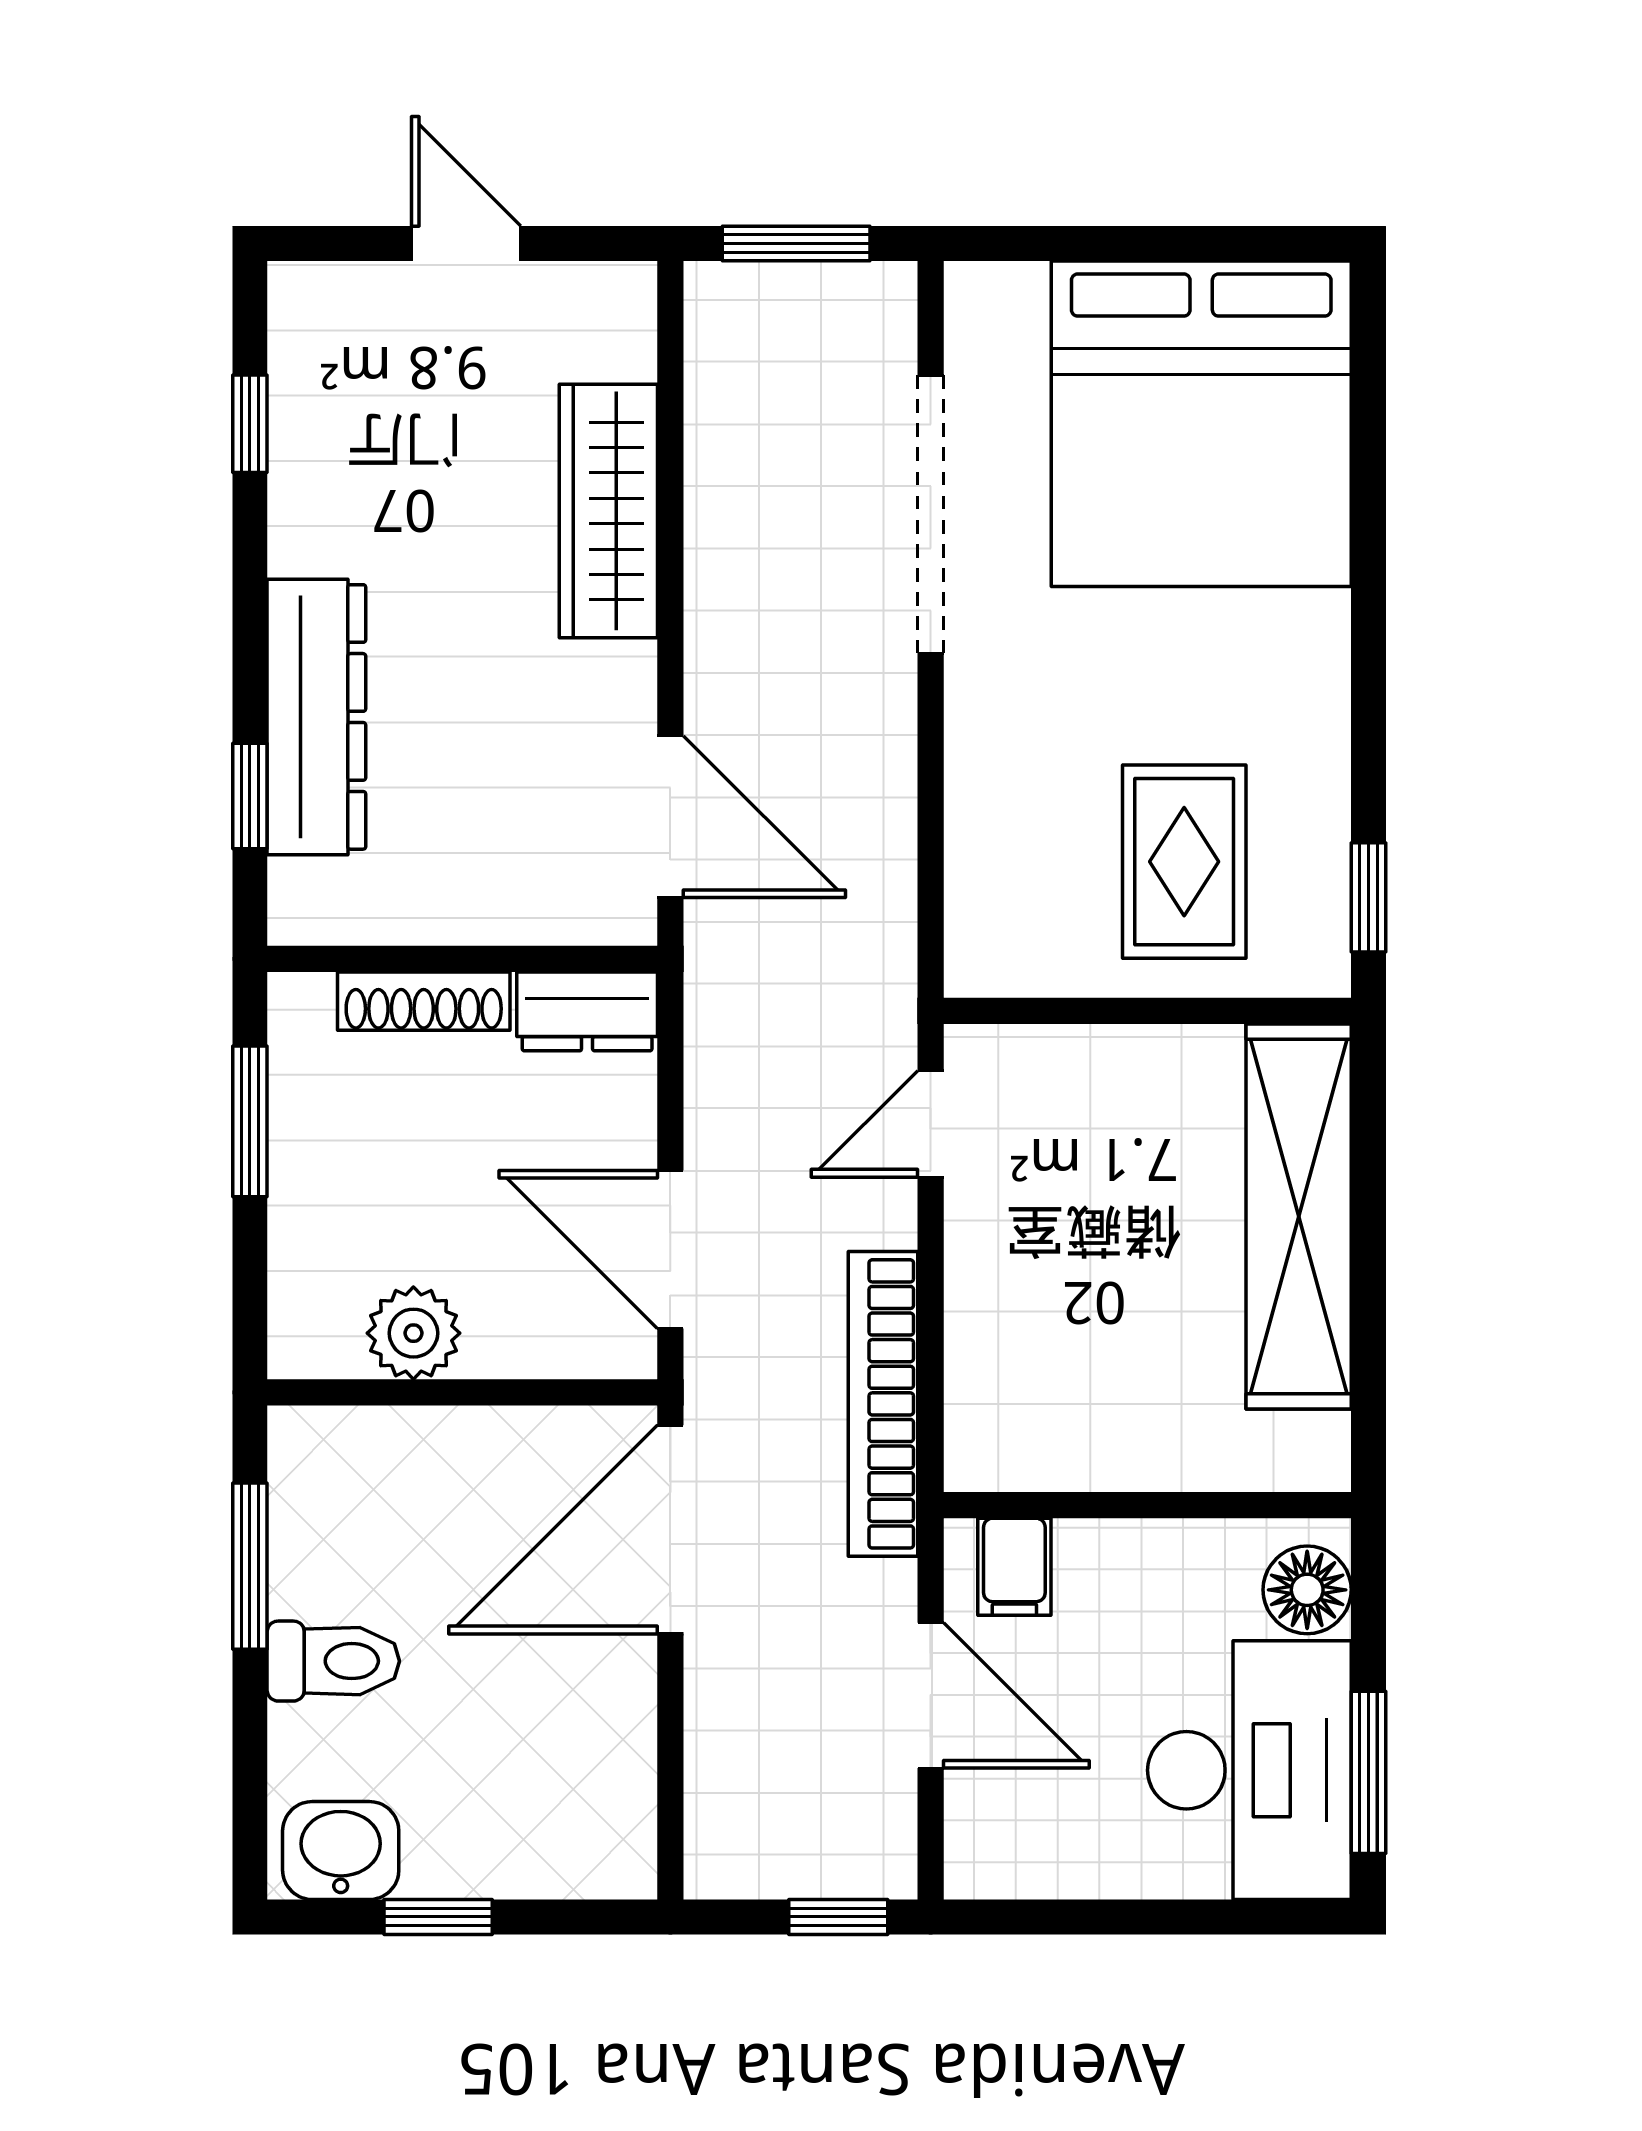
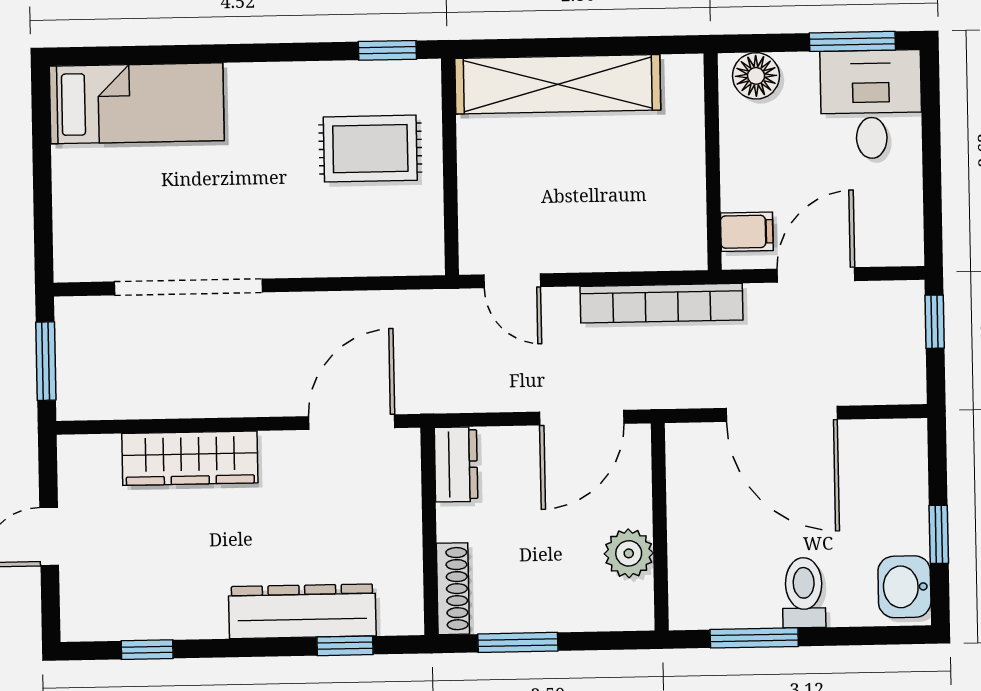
bed: (1201, 424) -> (137, 103), width x0.49
shoe rack: (424, 1001) -> (453, 589), moved
door: (670, 1529) -> (782, 414), moved
desk: (1249, 1770) -> (871, 104), width x0.73

